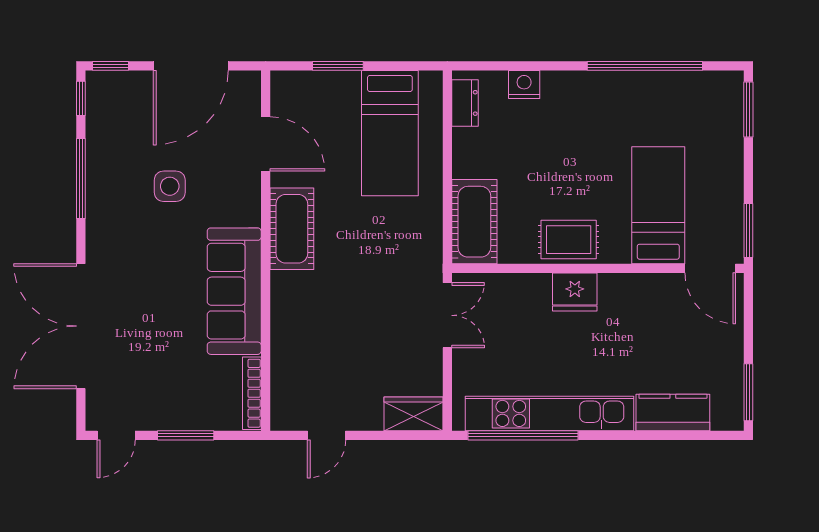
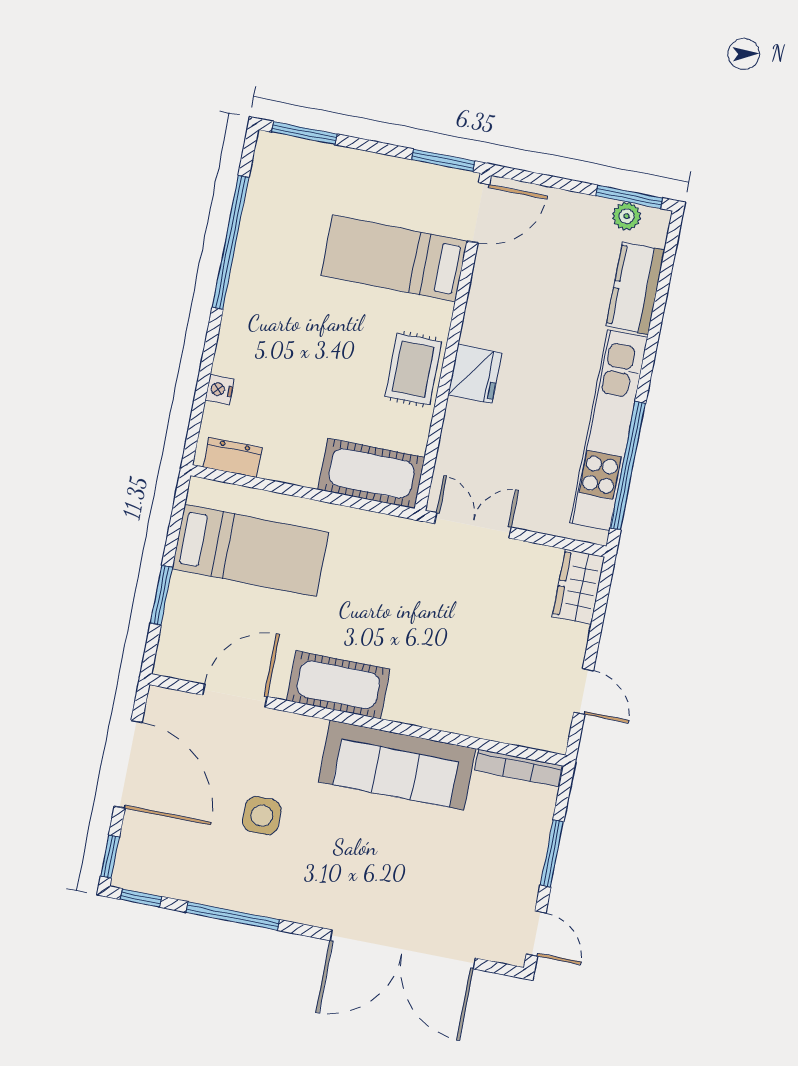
nightstand: (524, 85) -> (220, 389), width x0.72, depth x0.74
plant: (732, 393) -> (627, 216), added

